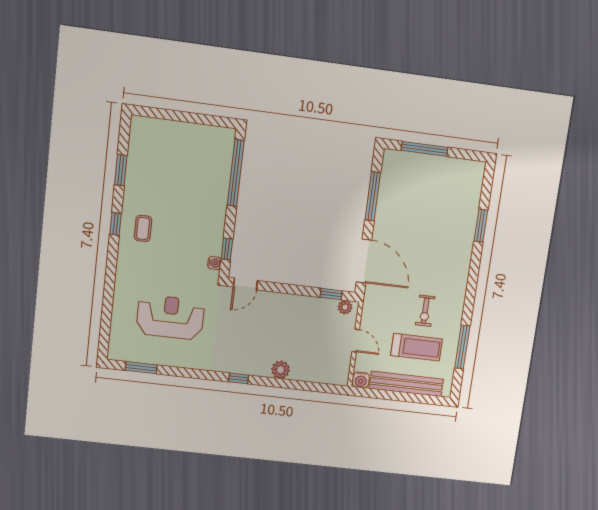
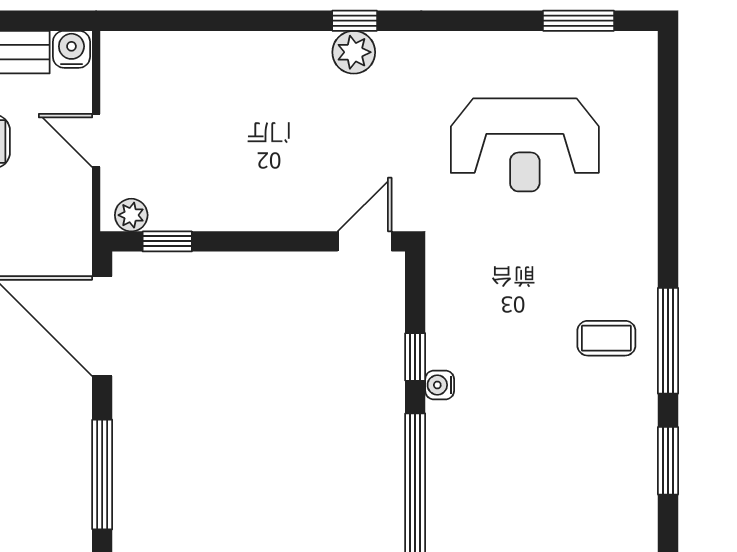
window: (115, 224) -> (668, 341), width x2.17
coffee table: (143, 228) -> (606, 338), turned 90
window: (227, 249) -> (415, 357), moved
water cooler: (214, 263) -> (440, 385), moved
plant: (281, 370) -> (354, 52), moved

